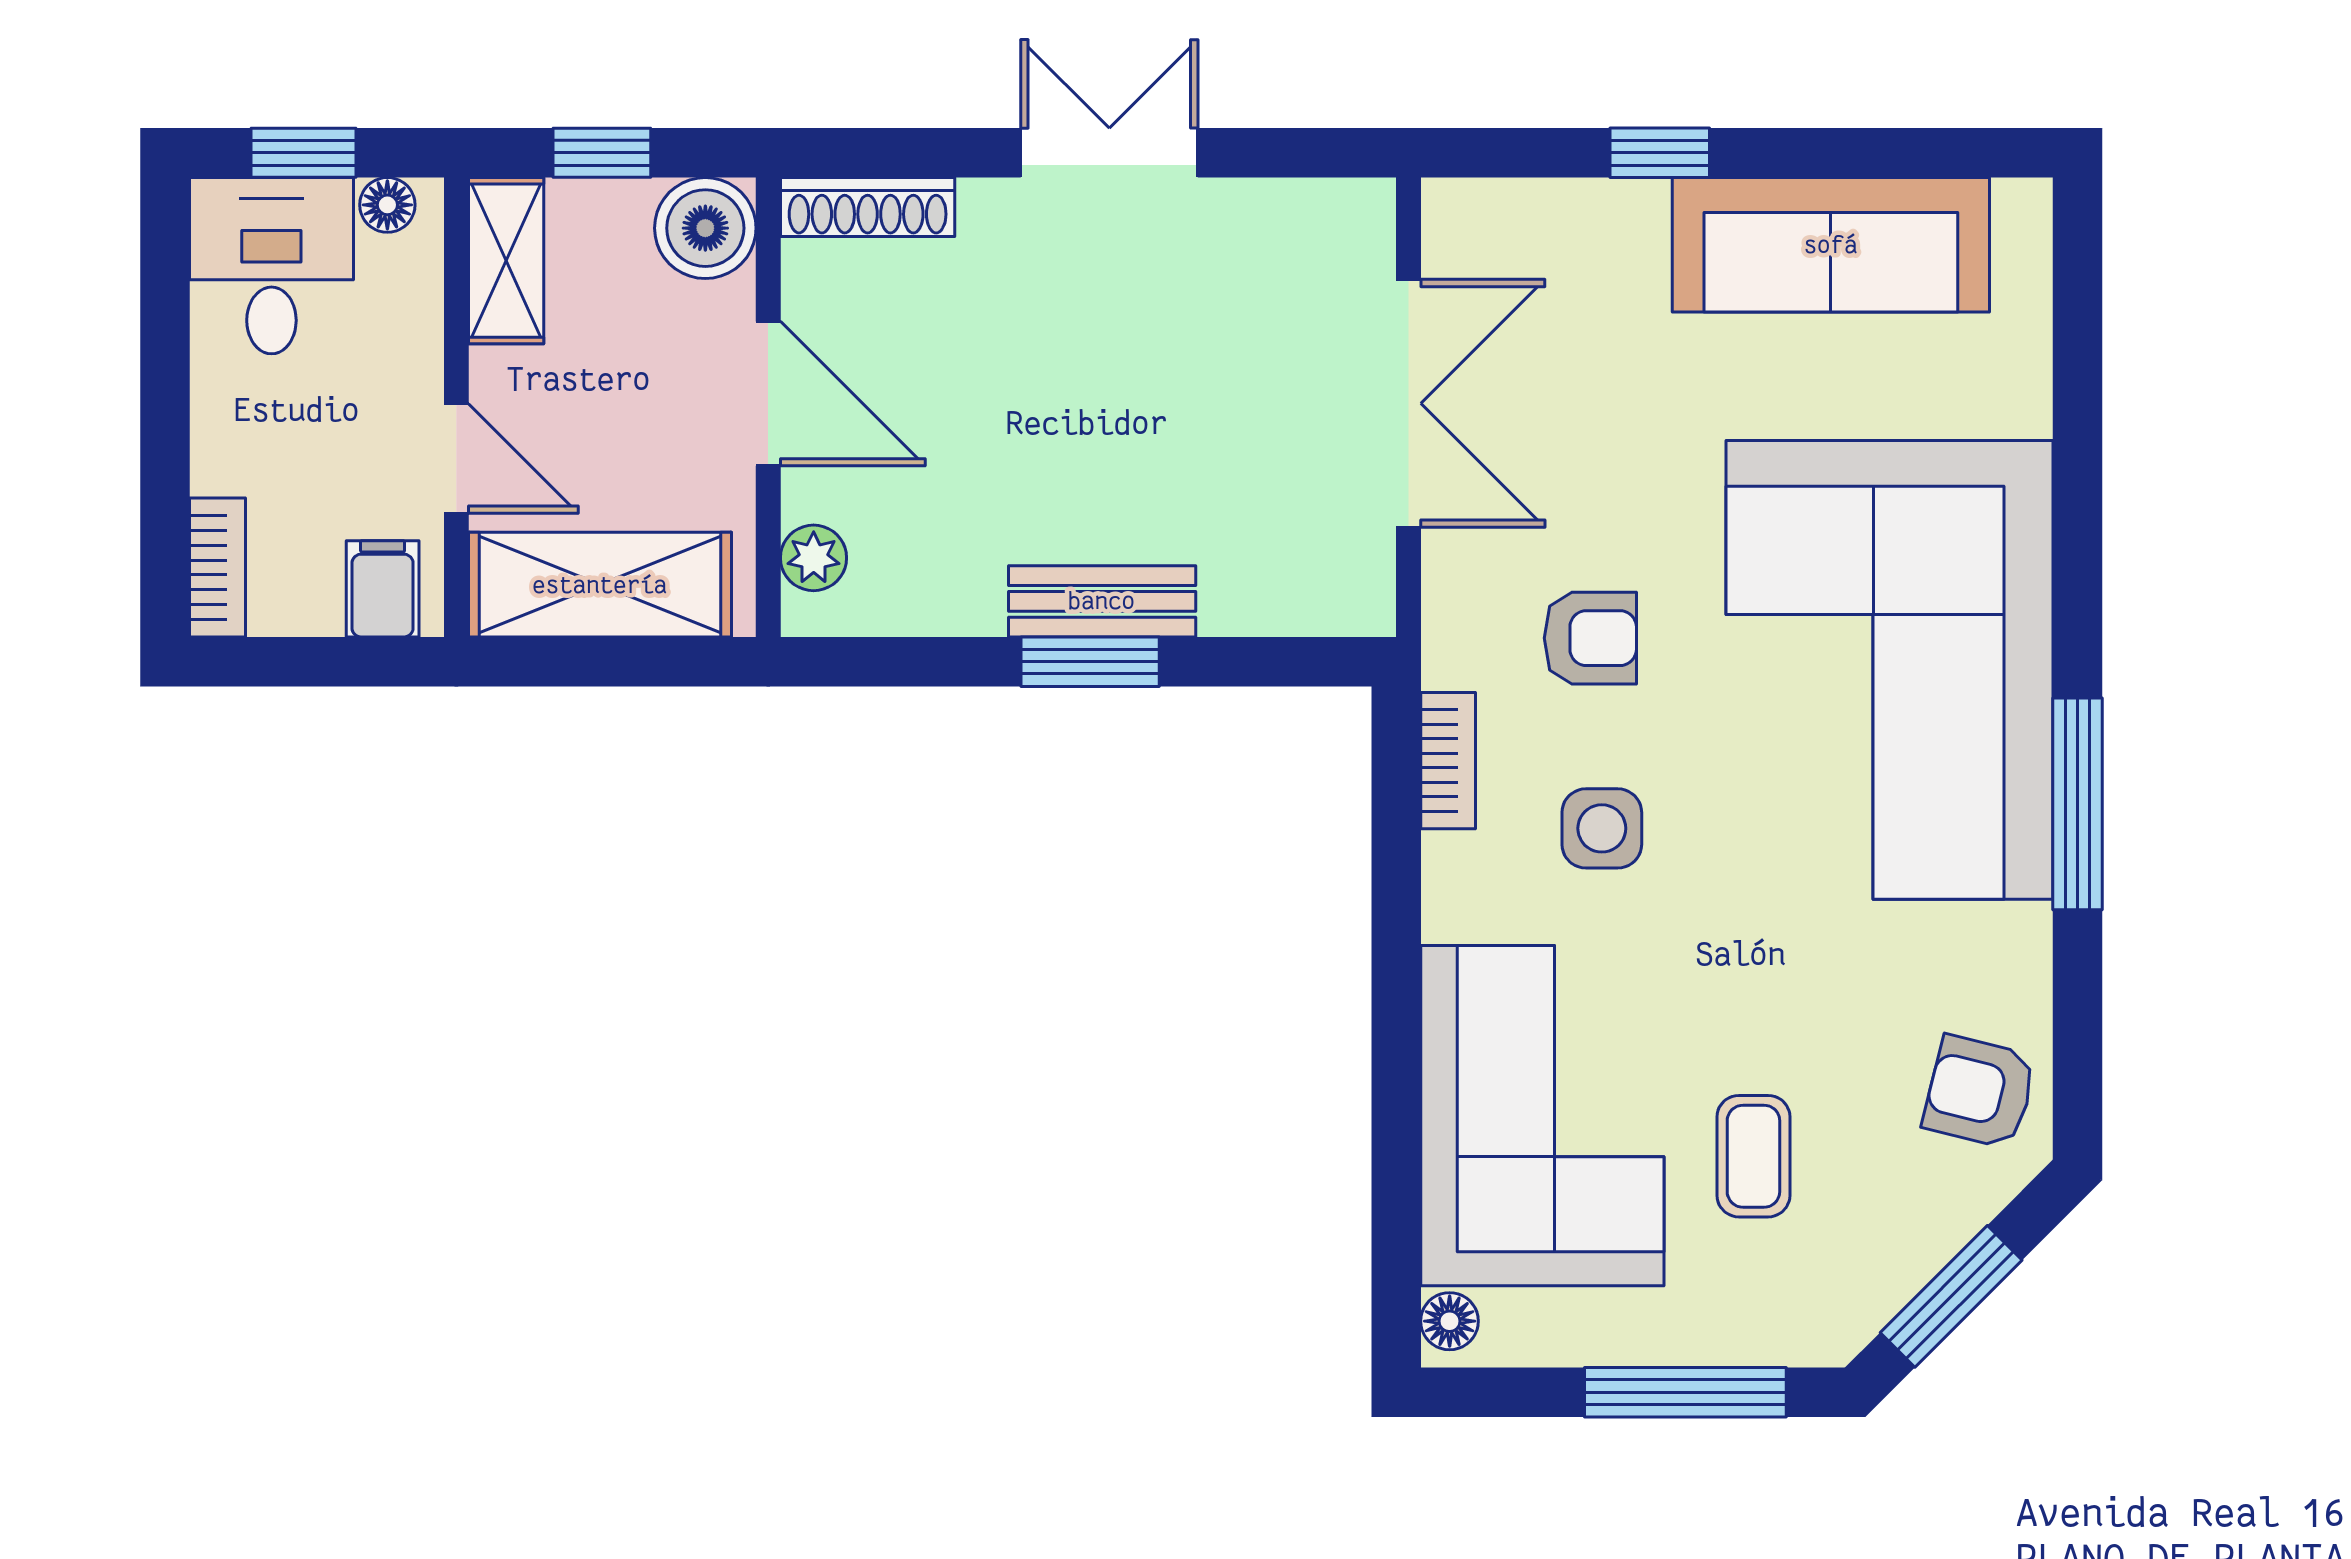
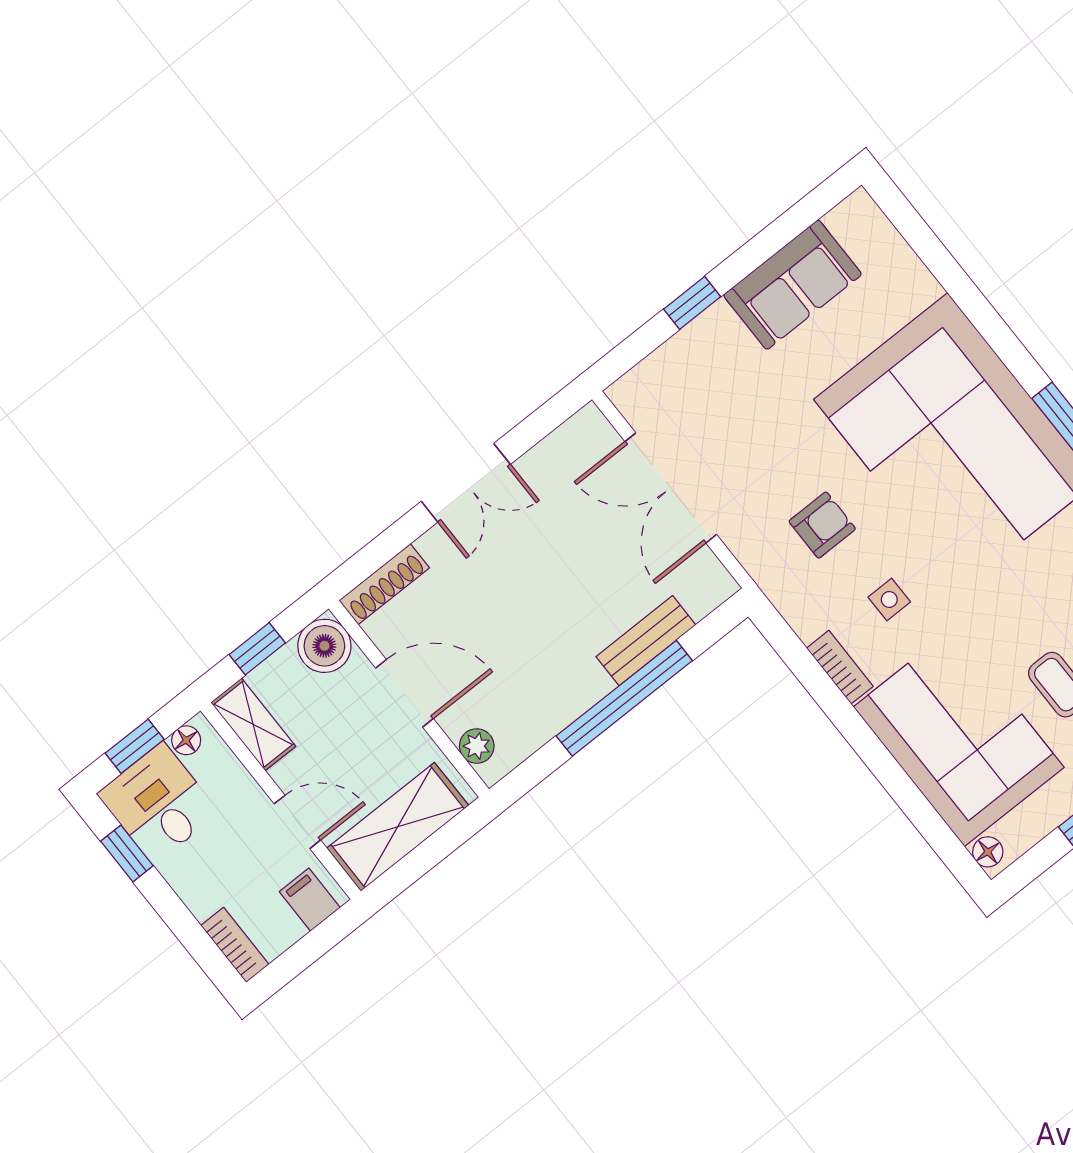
double door: (1109, 153) -> (466, 483), swing flipped
sofa: (1831, 245) -> (793, 285), width x0.73
window: (165, 303) -> (127, 853), added
double door: (1409, 403) -> (671, 488), swing flipped
bench: (1102, 601) -> (646, 641), moved
window: (1090, 662) -> (624, 698), width x2.11
bookcase: (1448, 761) -> (840, 667), moved
side table: (1602, 828) -> (889, 599), width x0.73, depth x0.73

